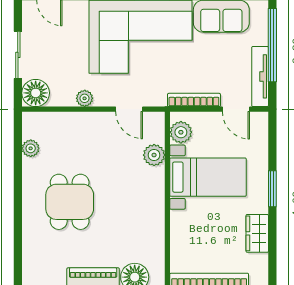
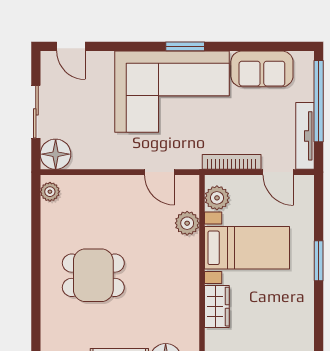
plant: (85, 98) -> (110, 160), removed
plant: (31, 148) -> (50, 192), moved
dining table: (70, 202) -> (93, 275), turned 90
wardrobe: (257, 233) -> (217, 307), moved, turned 180

